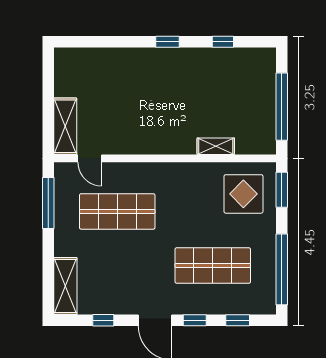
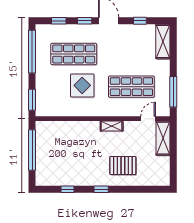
pallet: (131, 81) -> (123, 165), added
shelving: (216, 146) -> (112, 126), moved
door: (90, 158) -> (148, 119), hinge flipped
display table: (243, 194) -> (82, 85), moved

